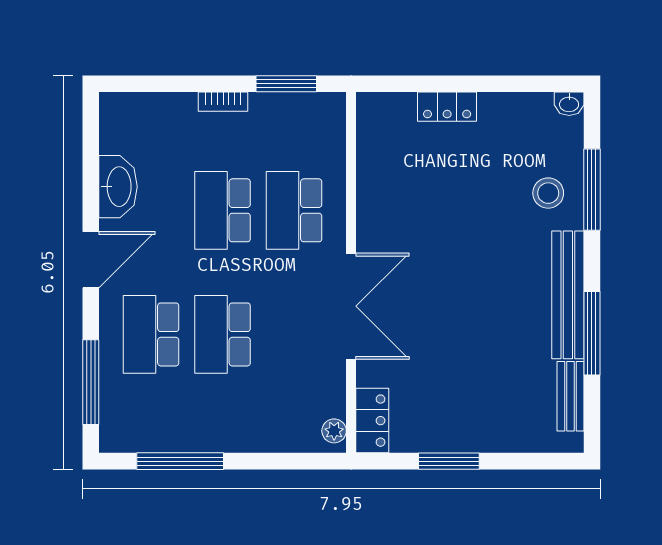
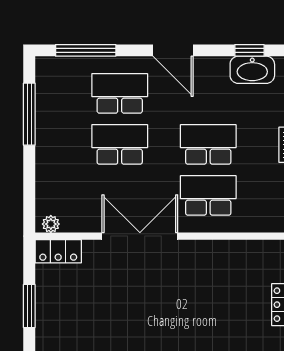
window: (91, 153) -> (249, 50), added
washbasin: (118, 187) -> (252, 70), moved
double door: (351, 306) -> (140, 236), swing flipped

